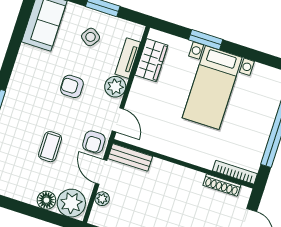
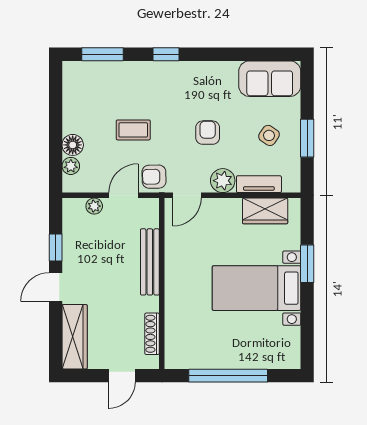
bench: (130, 157) -> (150, 262), moved, width x1.36
bookcase: (235, 172) -> (171, 344), removed
plant: (71, 203) -> (71, 166), width x0.53, depth x0.53

